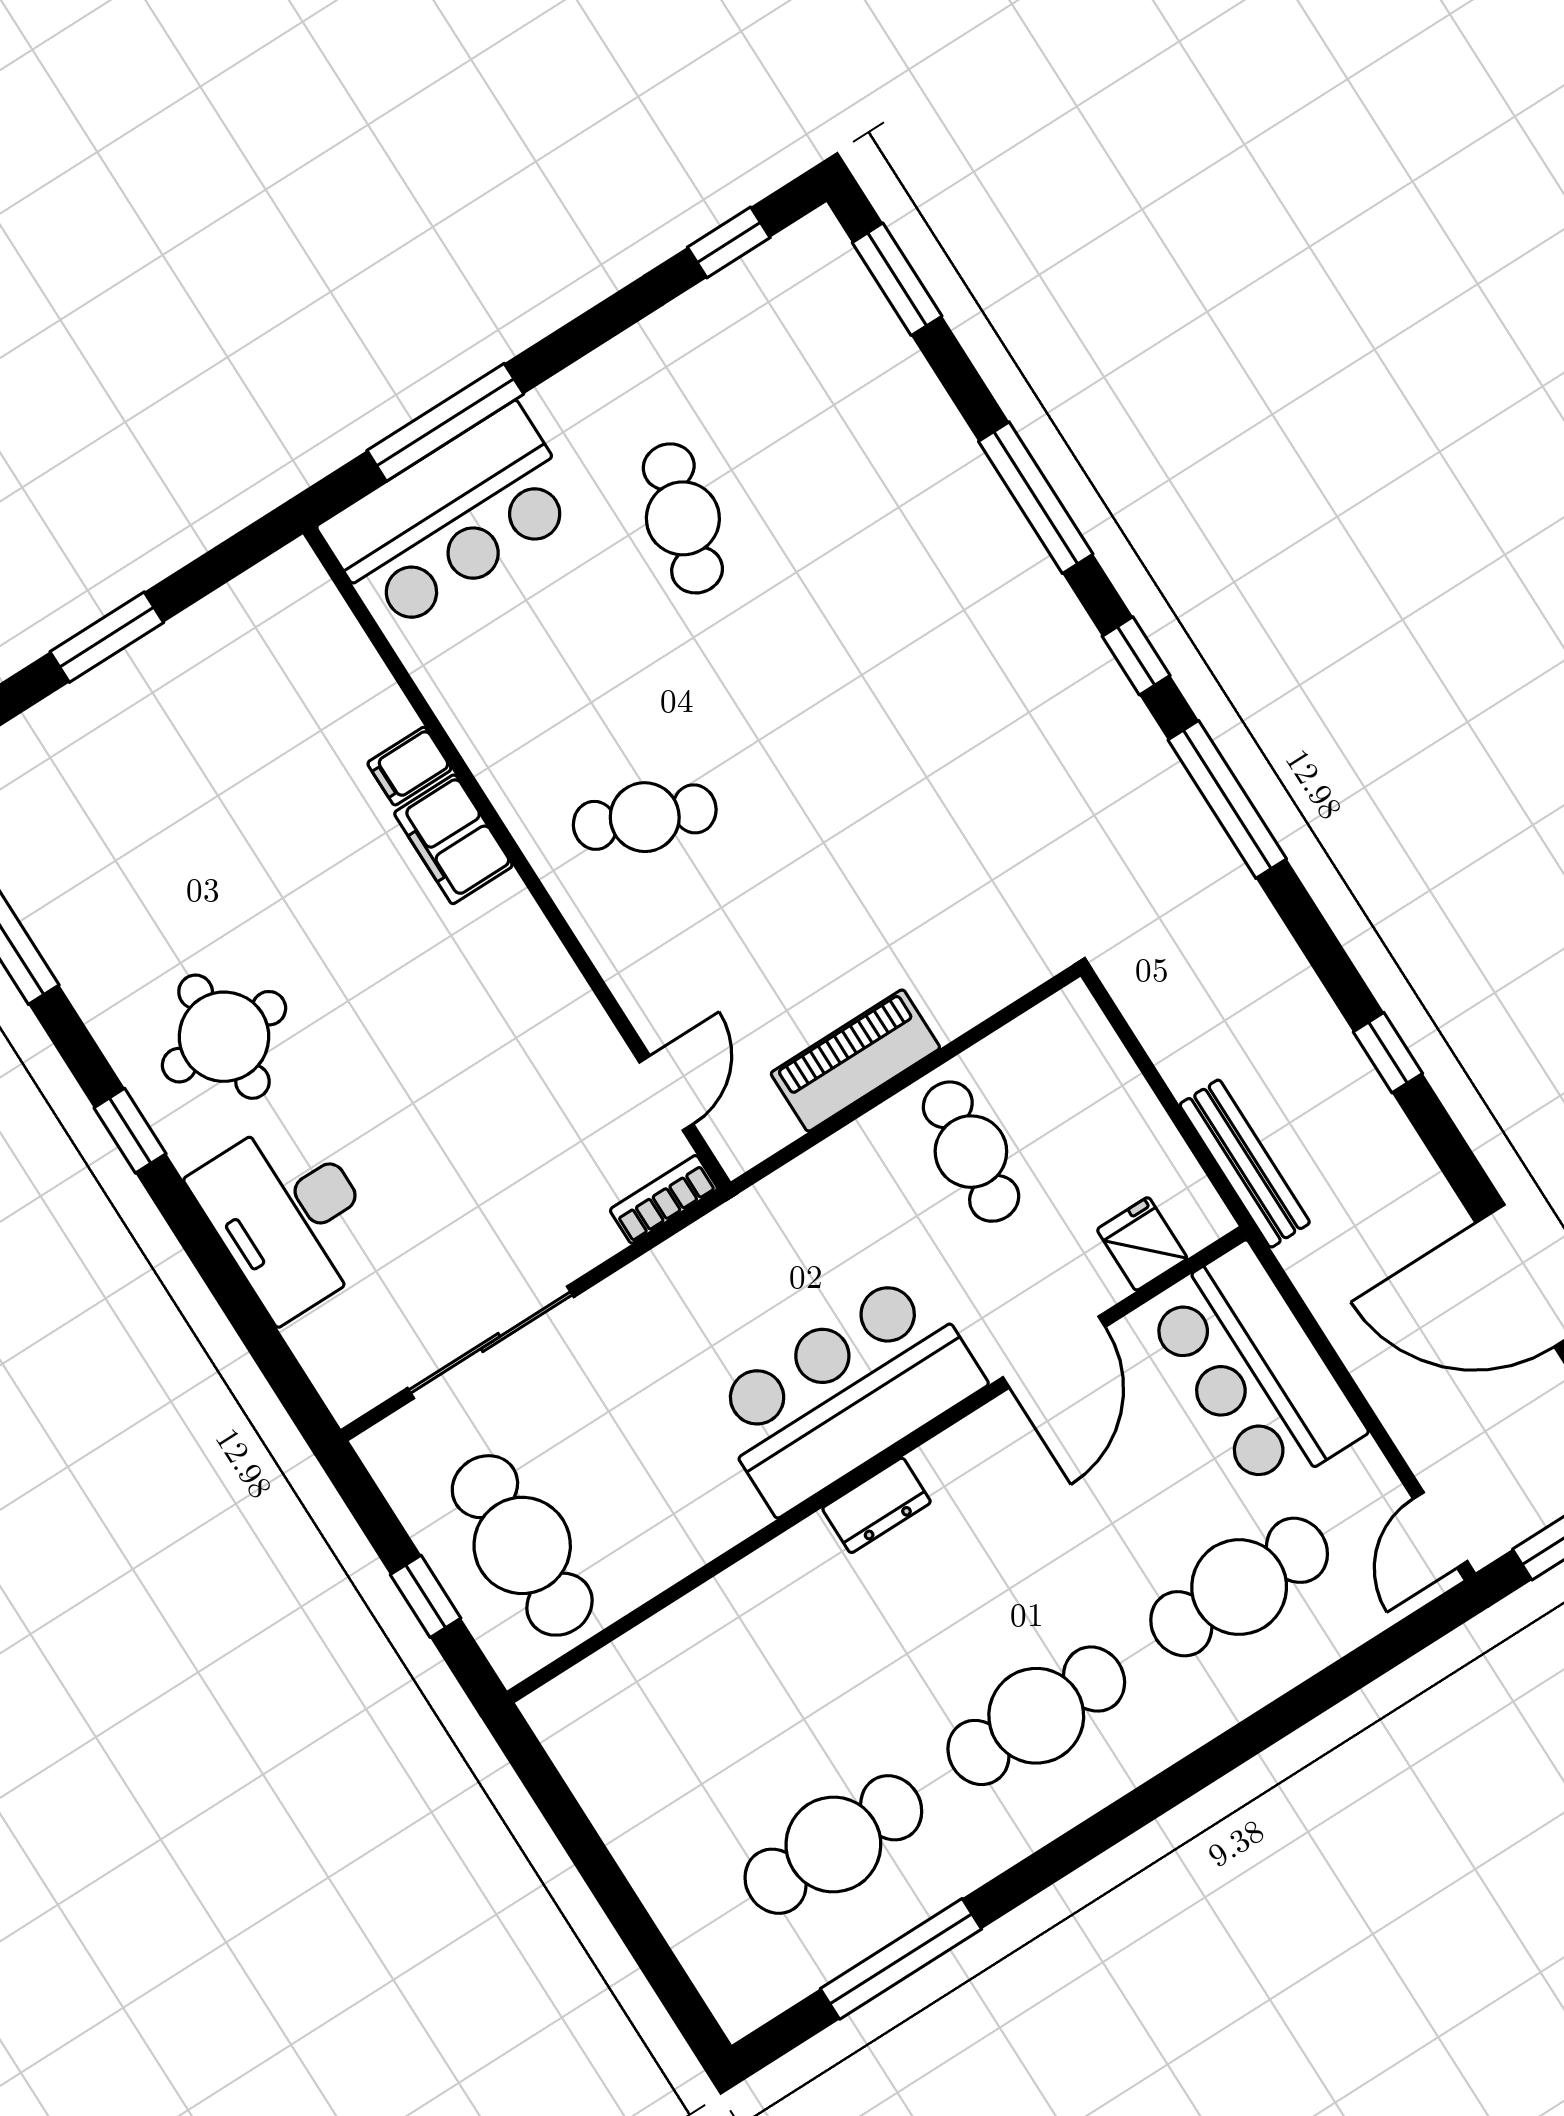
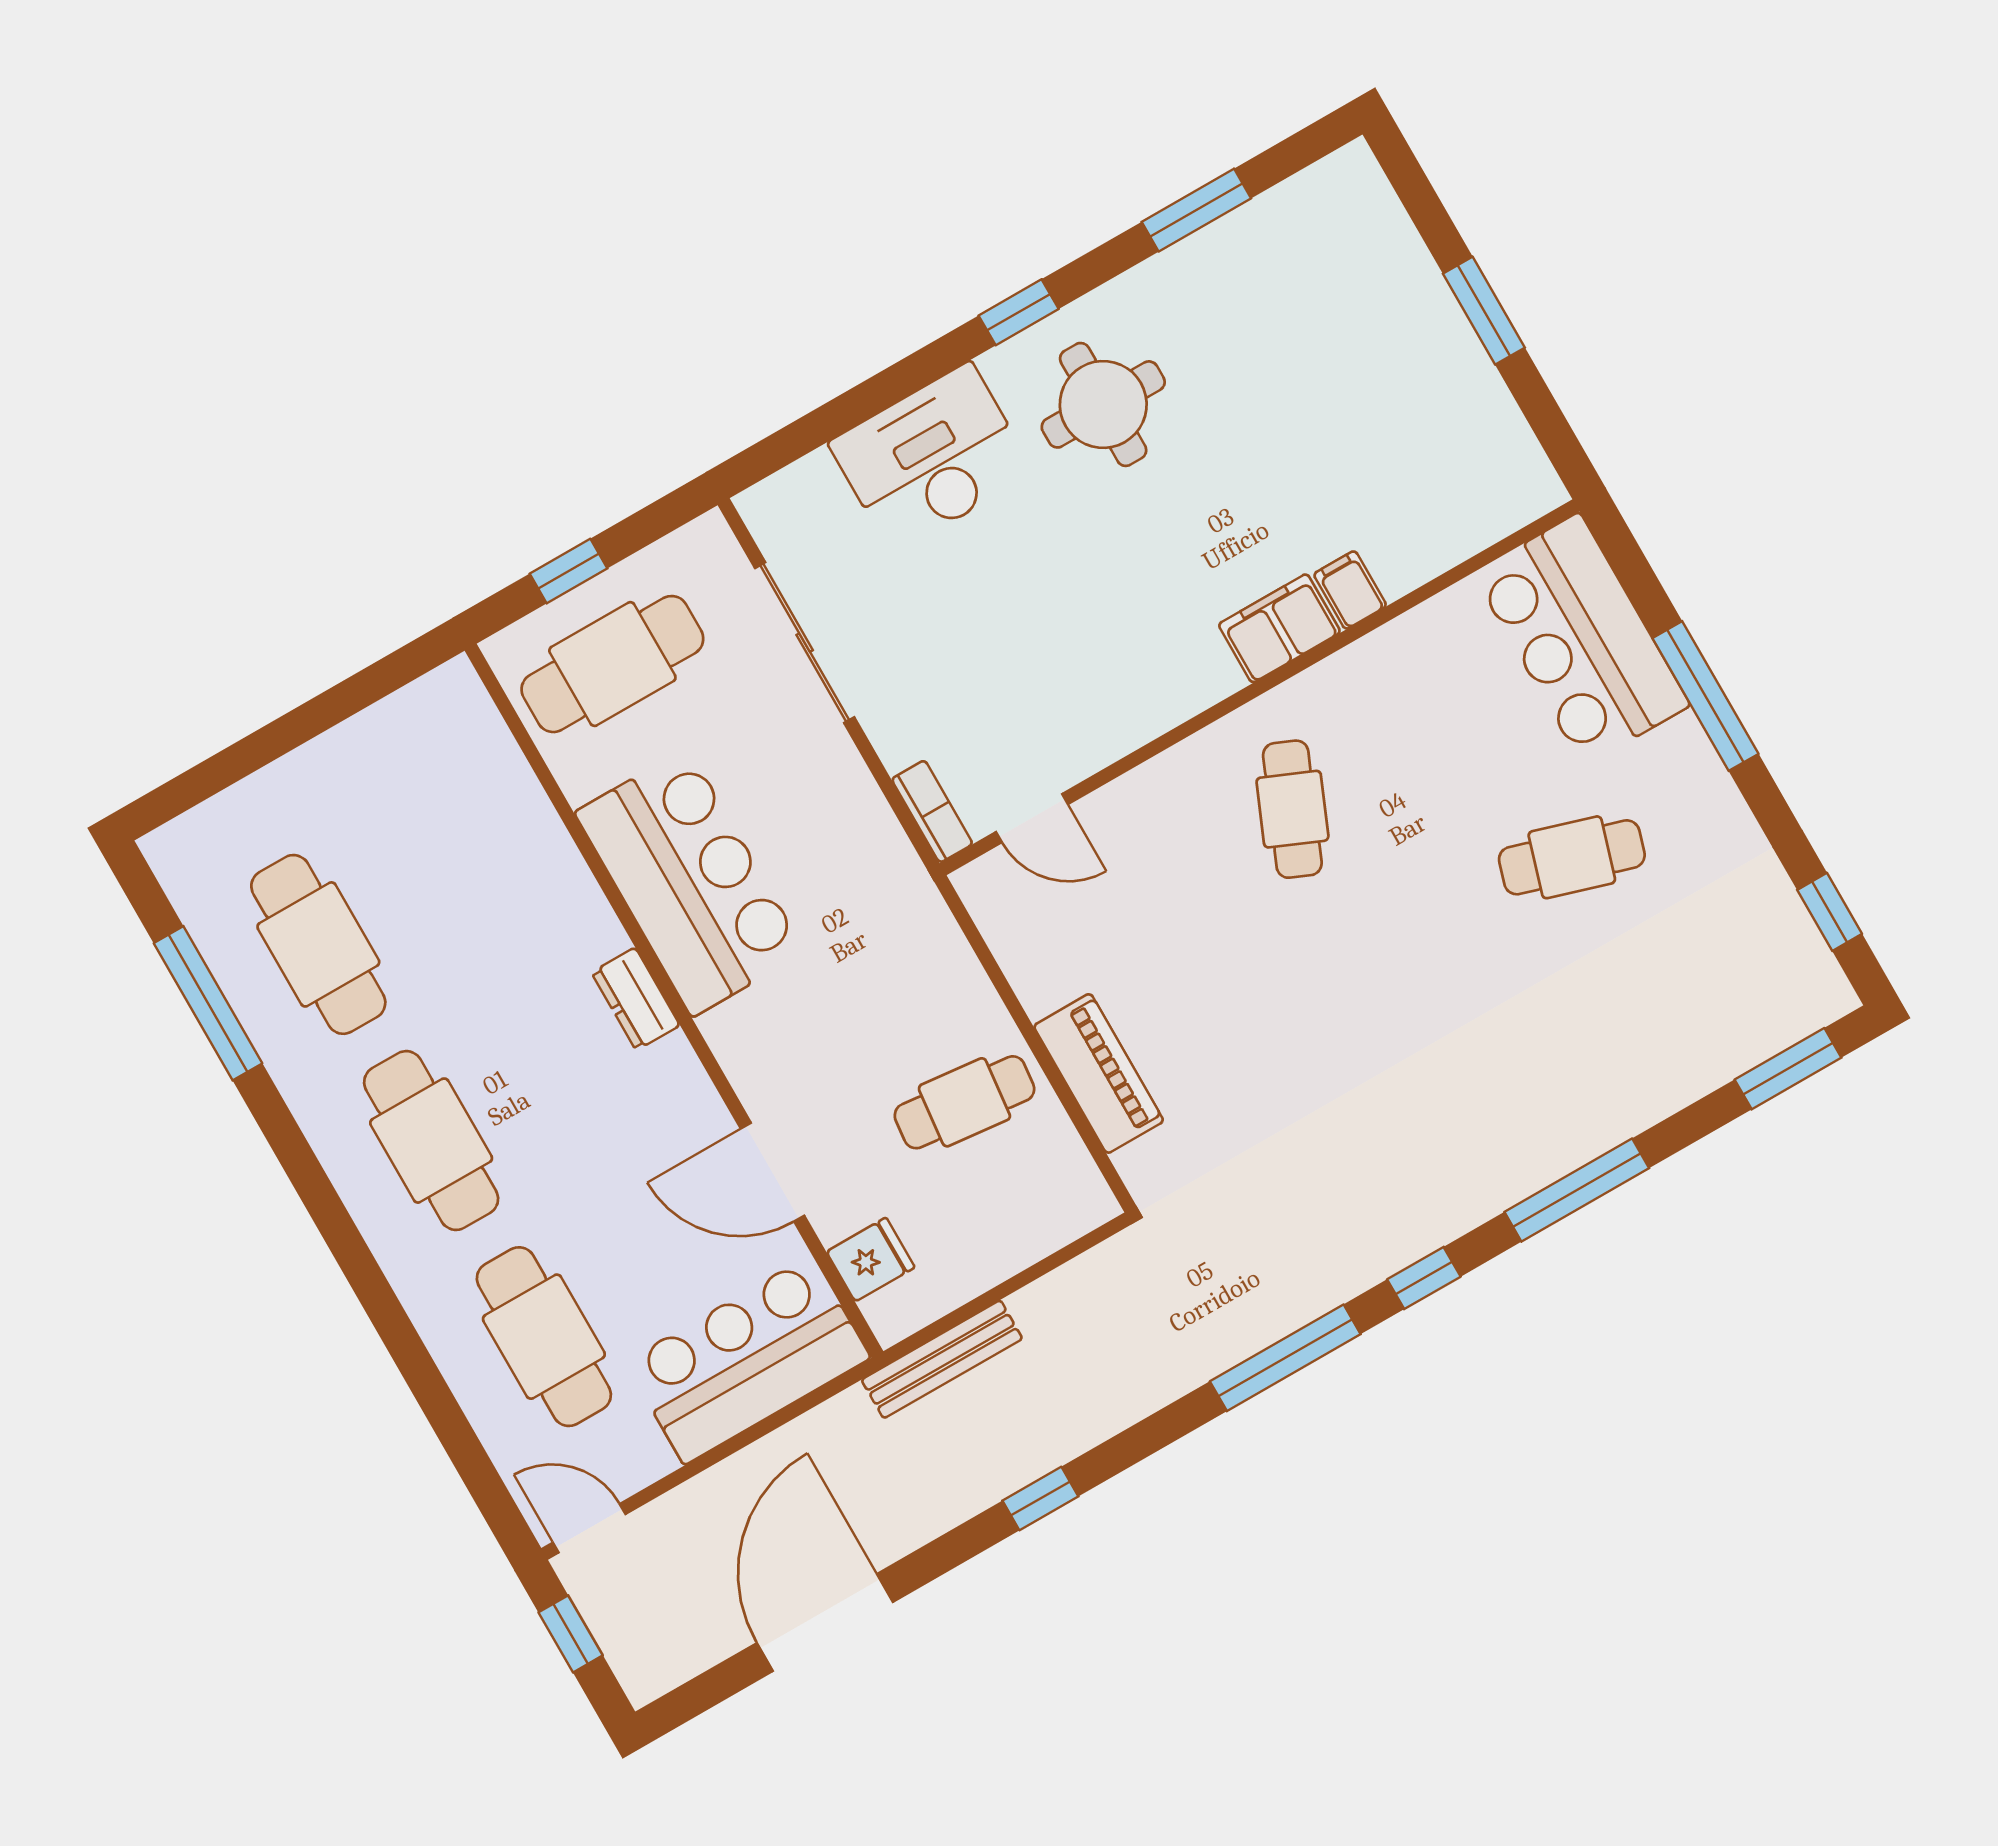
window: (445, 422) -> (1705, 696), moved
piano: (855, 1061) -> (1099, 1073), moved
bar counter: (846, 1393) -> (690, 882), moved

